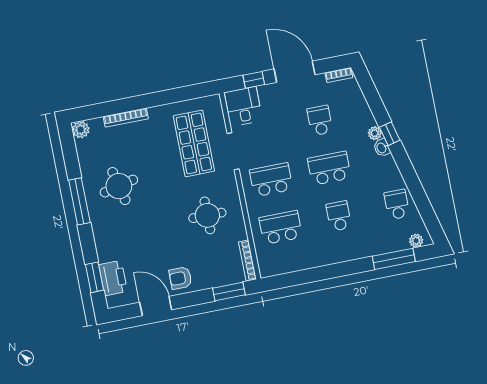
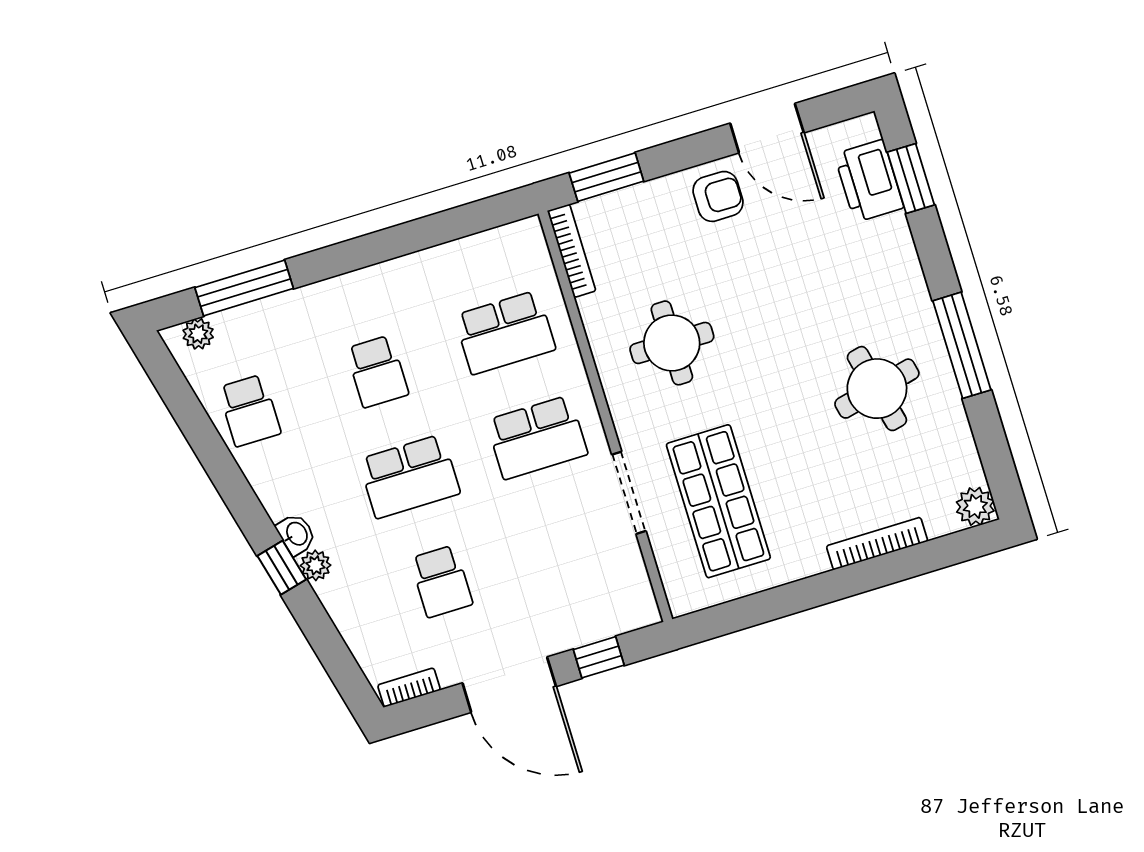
desk: (243, 106) -> (616, 595), removed

